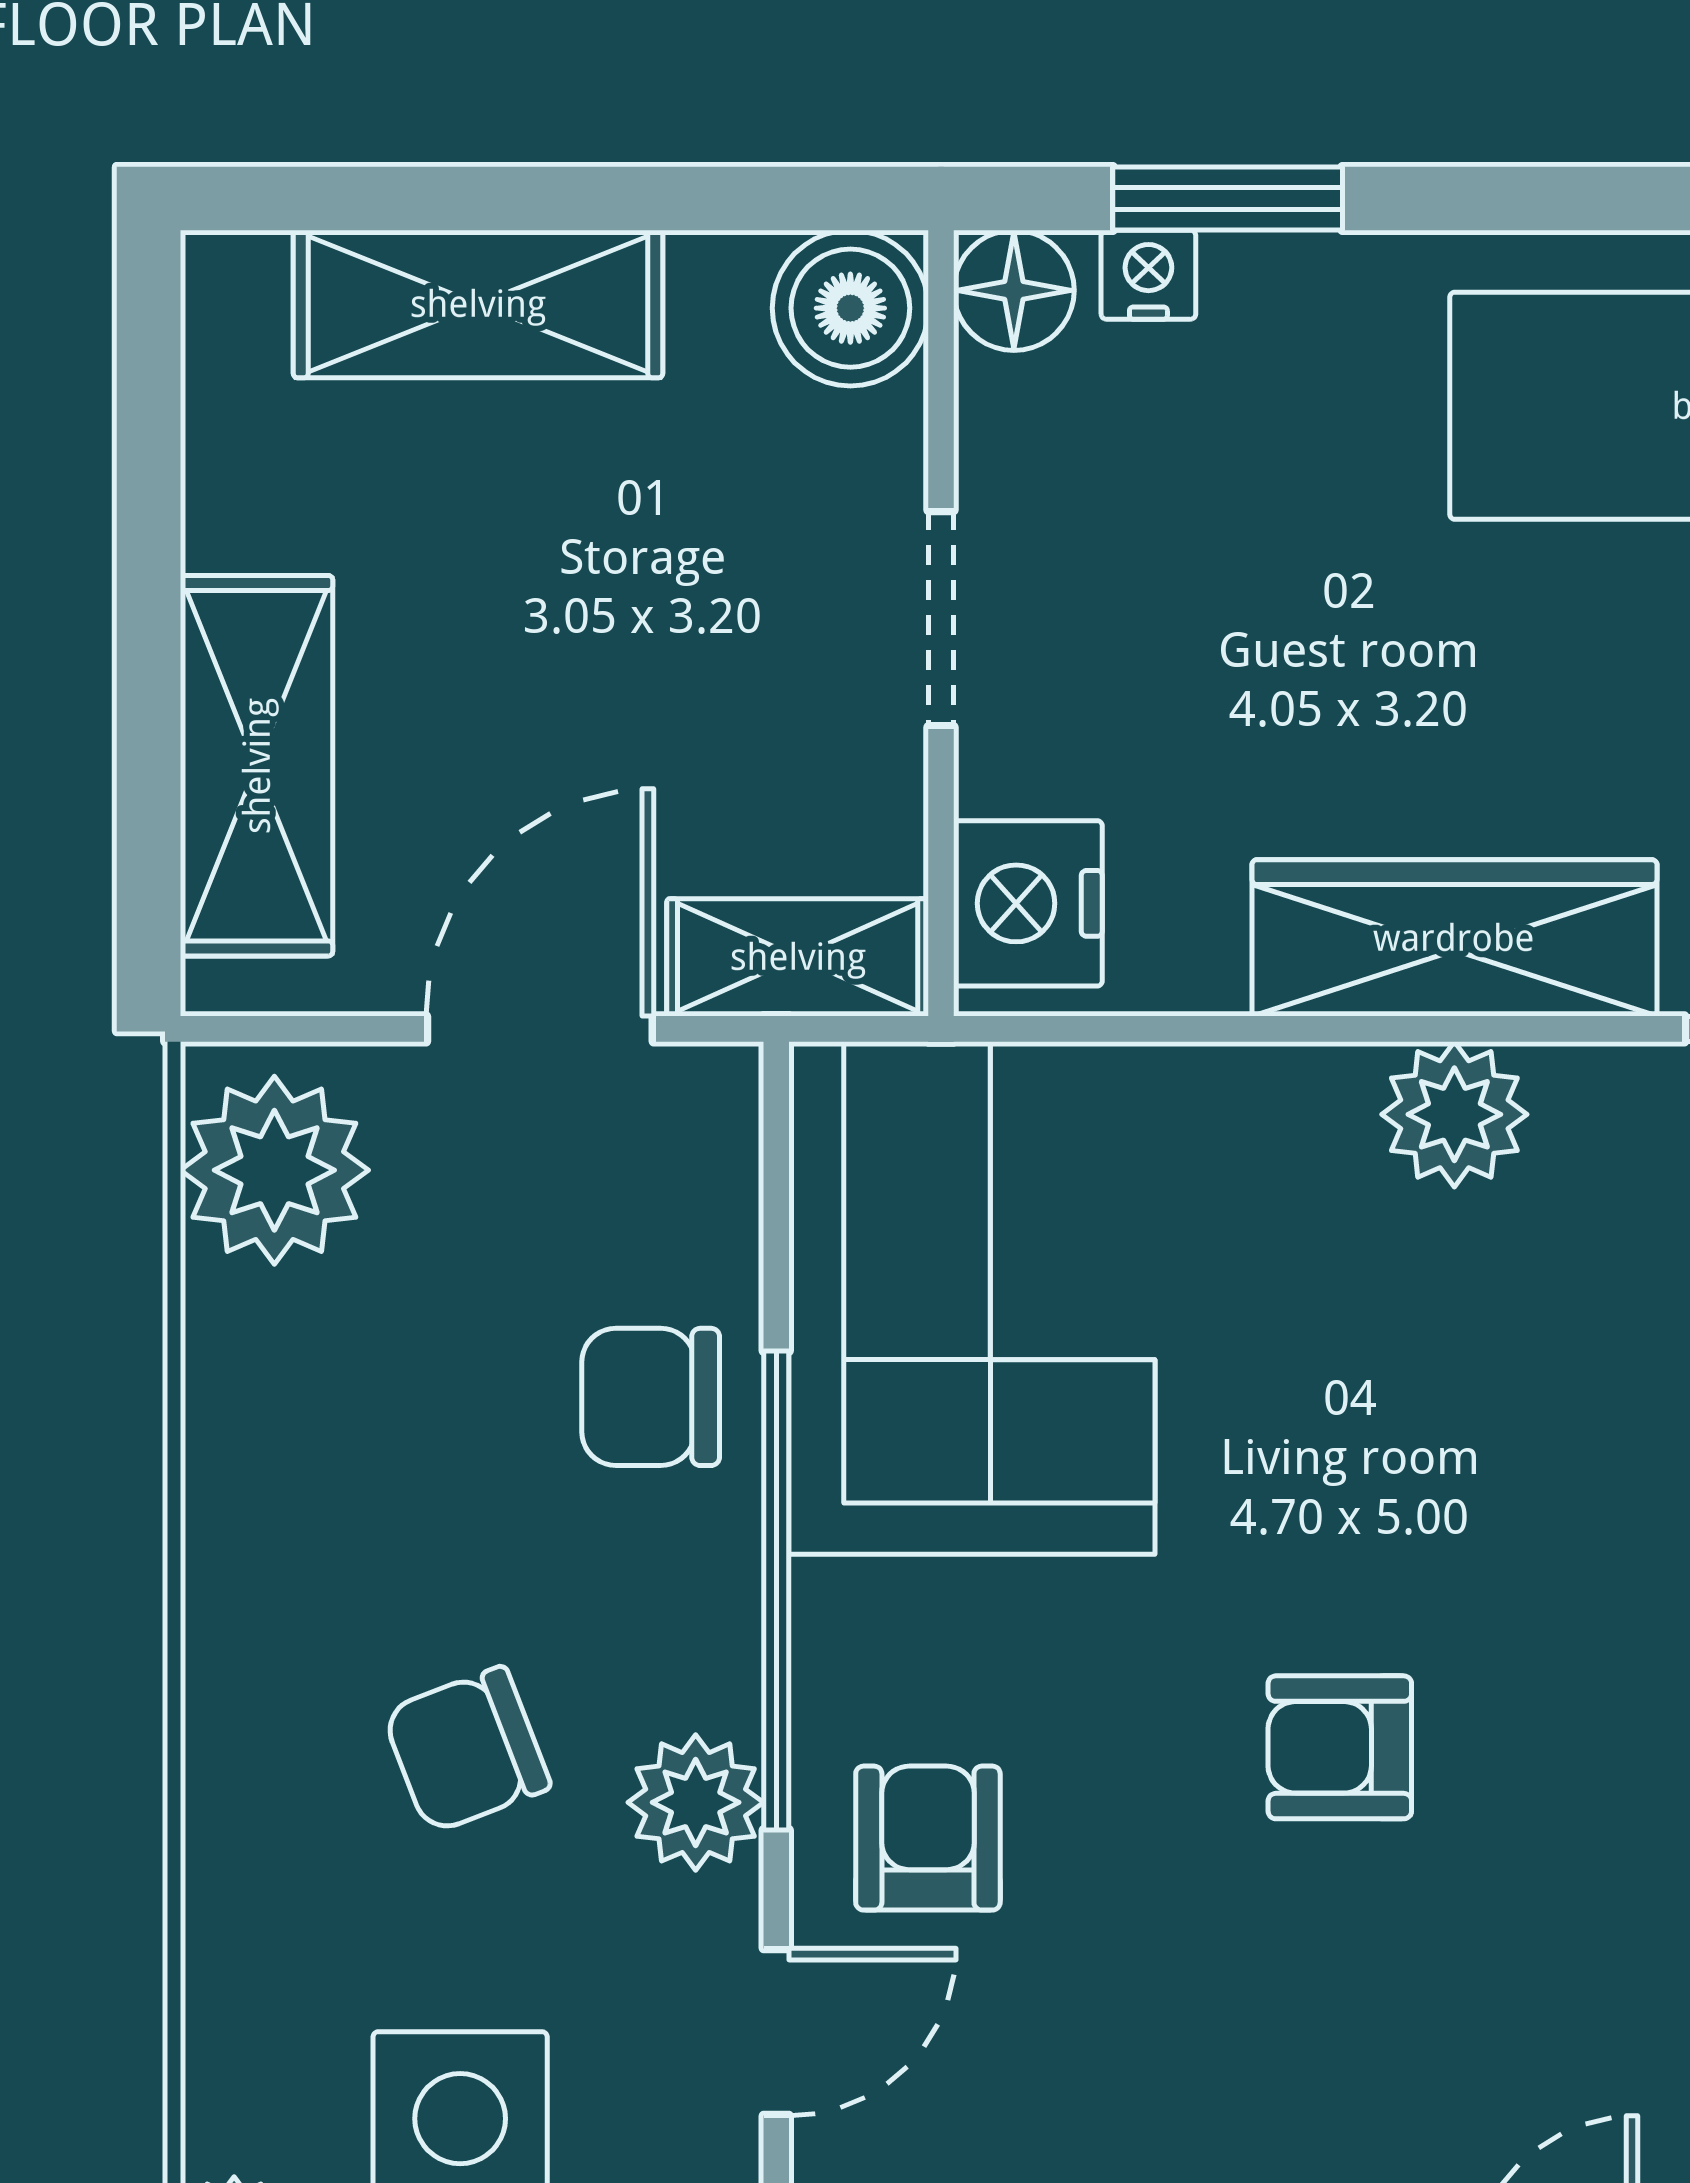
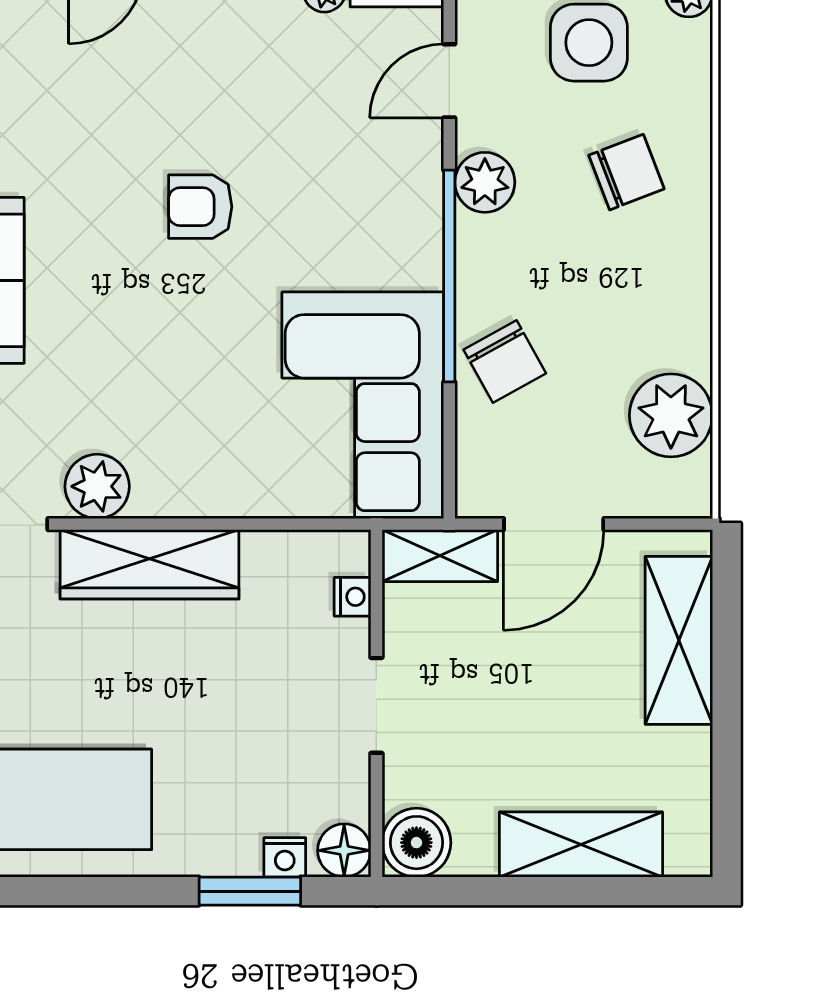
nightstand: (1028, 903) -> (353, 597), width x0.53, depth x0.56
plant: (1454, 1114) -> (97, 486), moved
plant: (274, 1170) -> (671, 415), moved
chair: (651, 1397) -> (505, 361), turned 61
armchair: (1340, 1747) -> (200, 207), turned 180
chair: (467, 1750) -> (626, 172), moved
armchair: (928, 1838) -> (382, 167), removed

